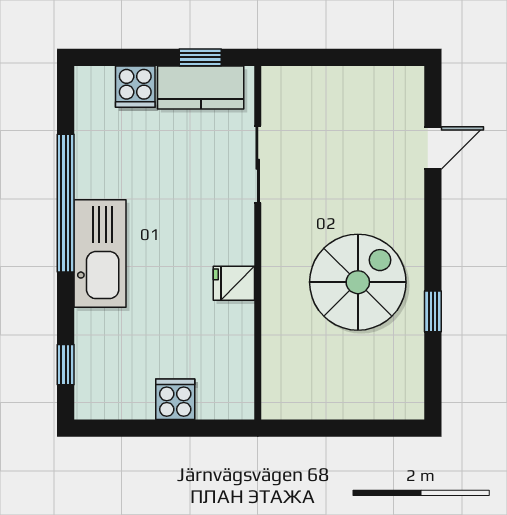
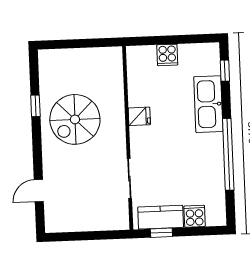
kitchen sink: (100, 253) -> (208, 104), moved

